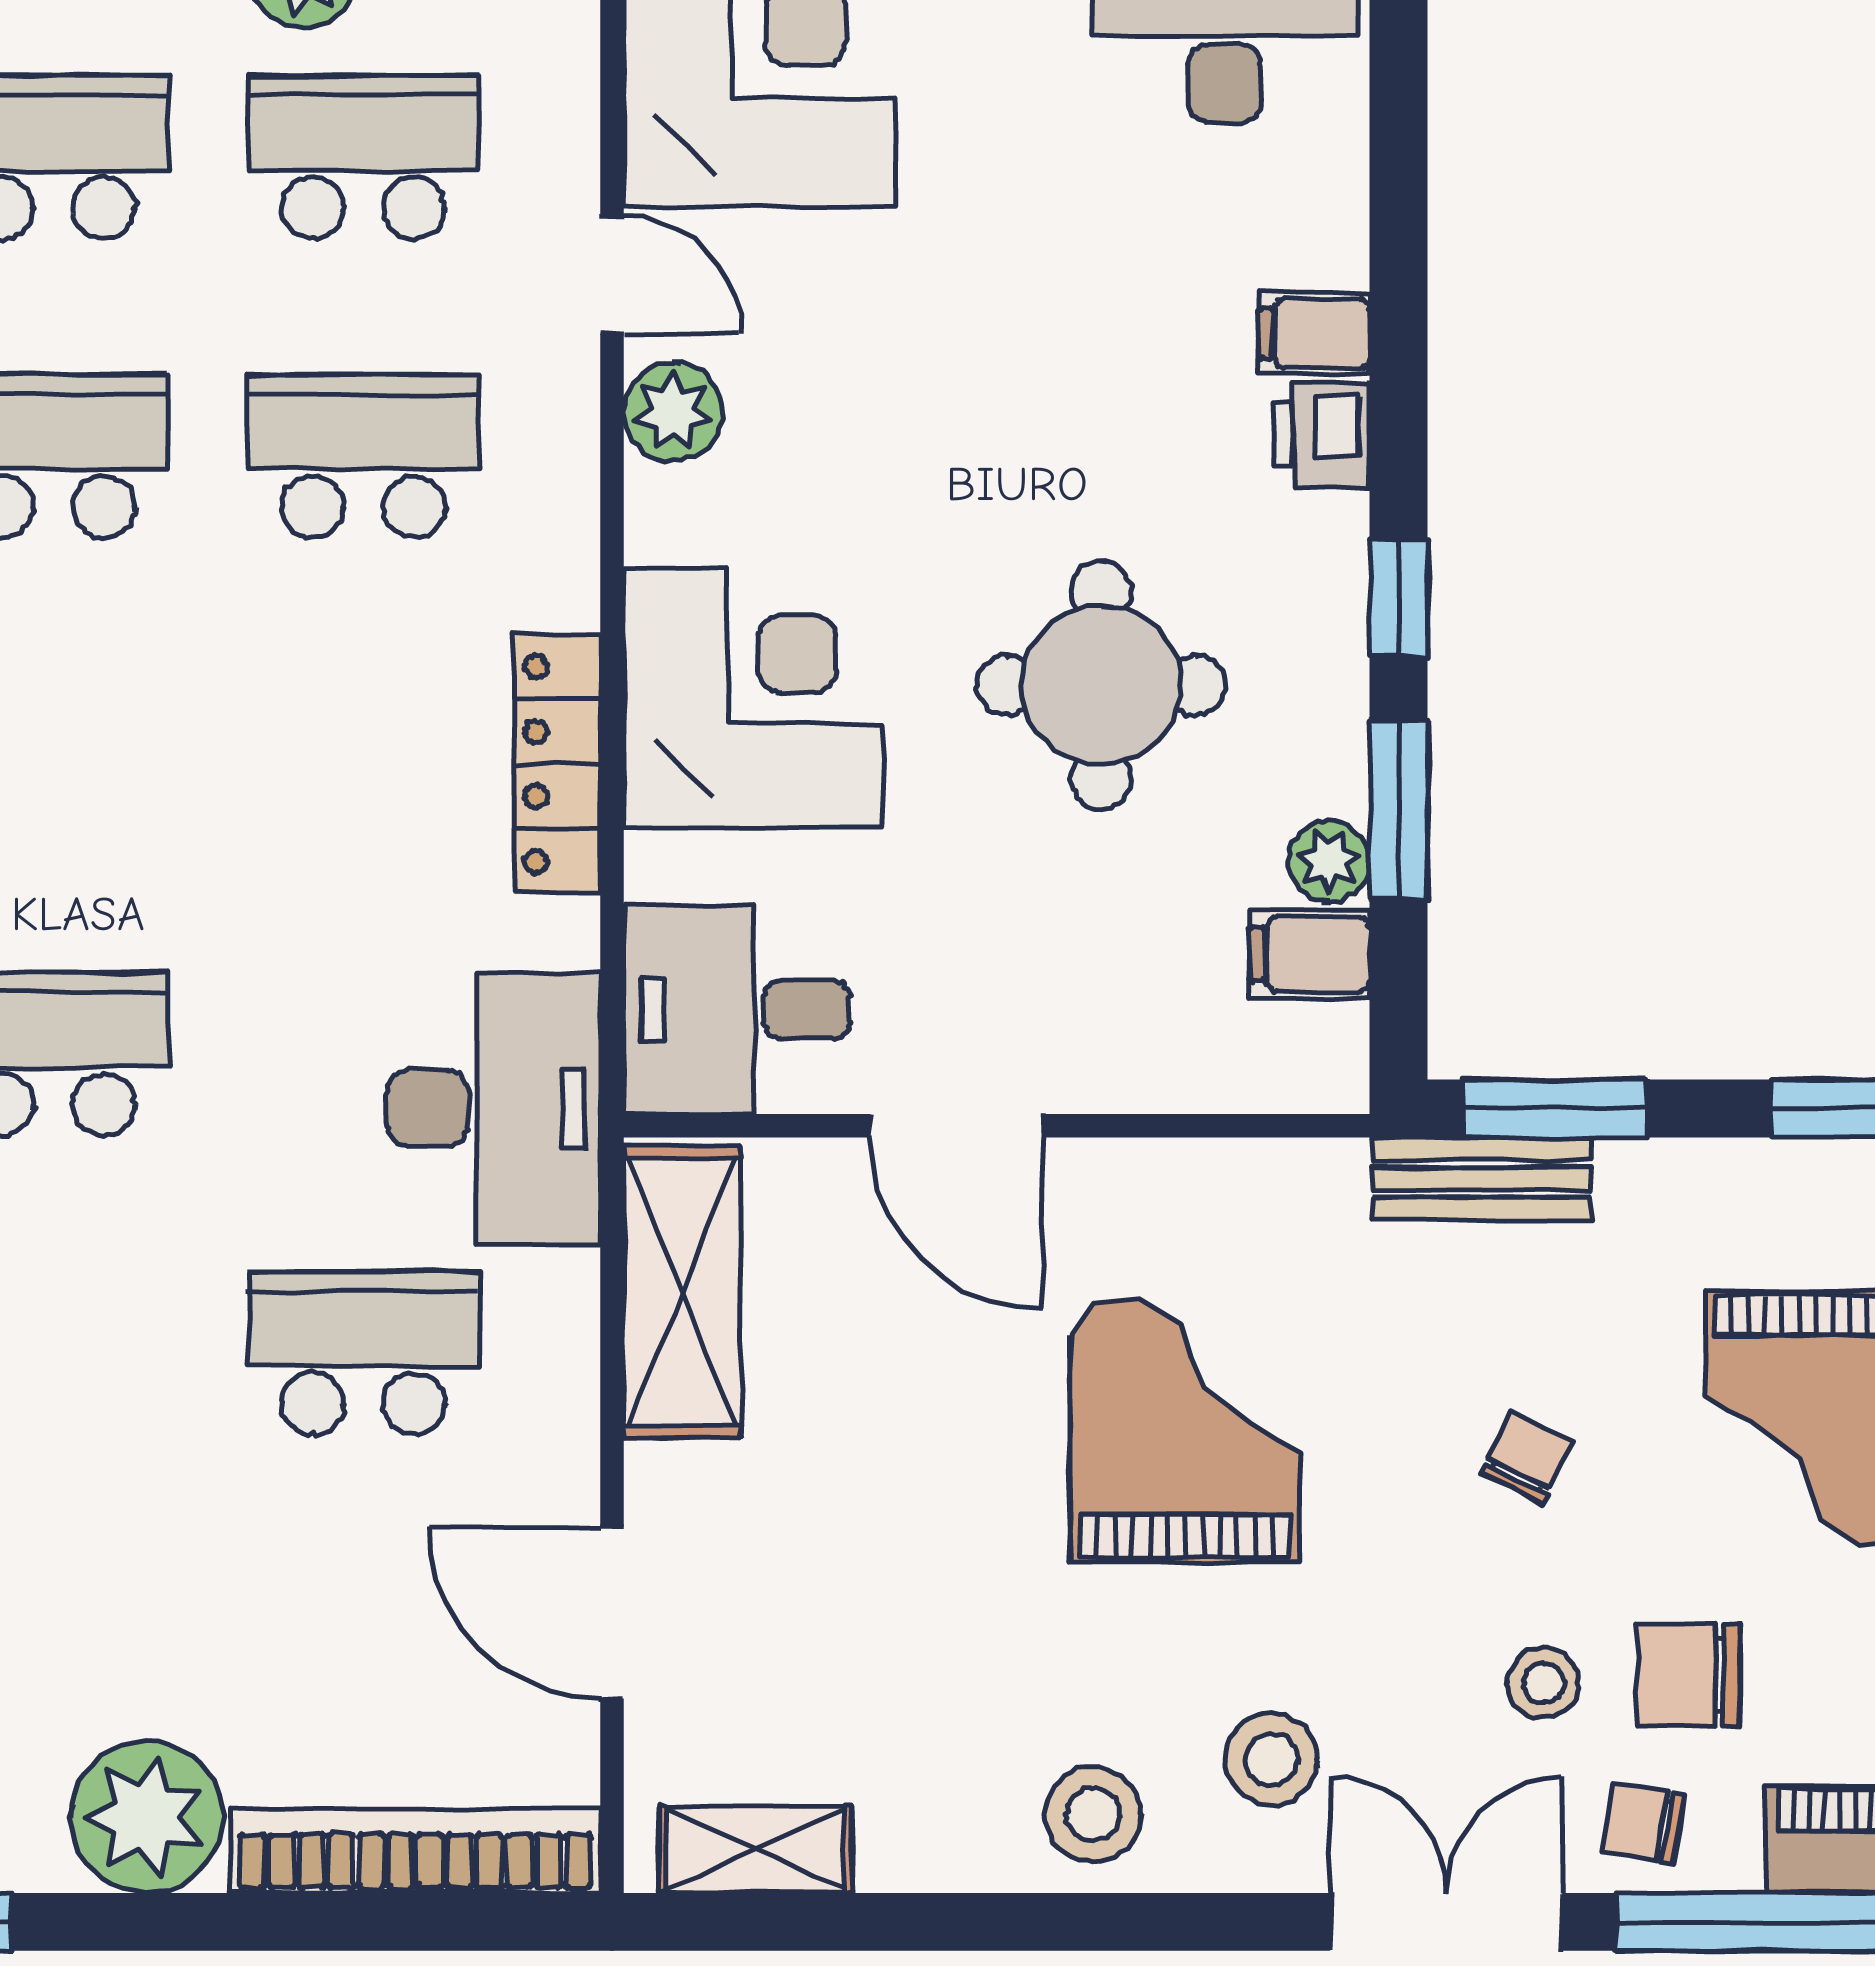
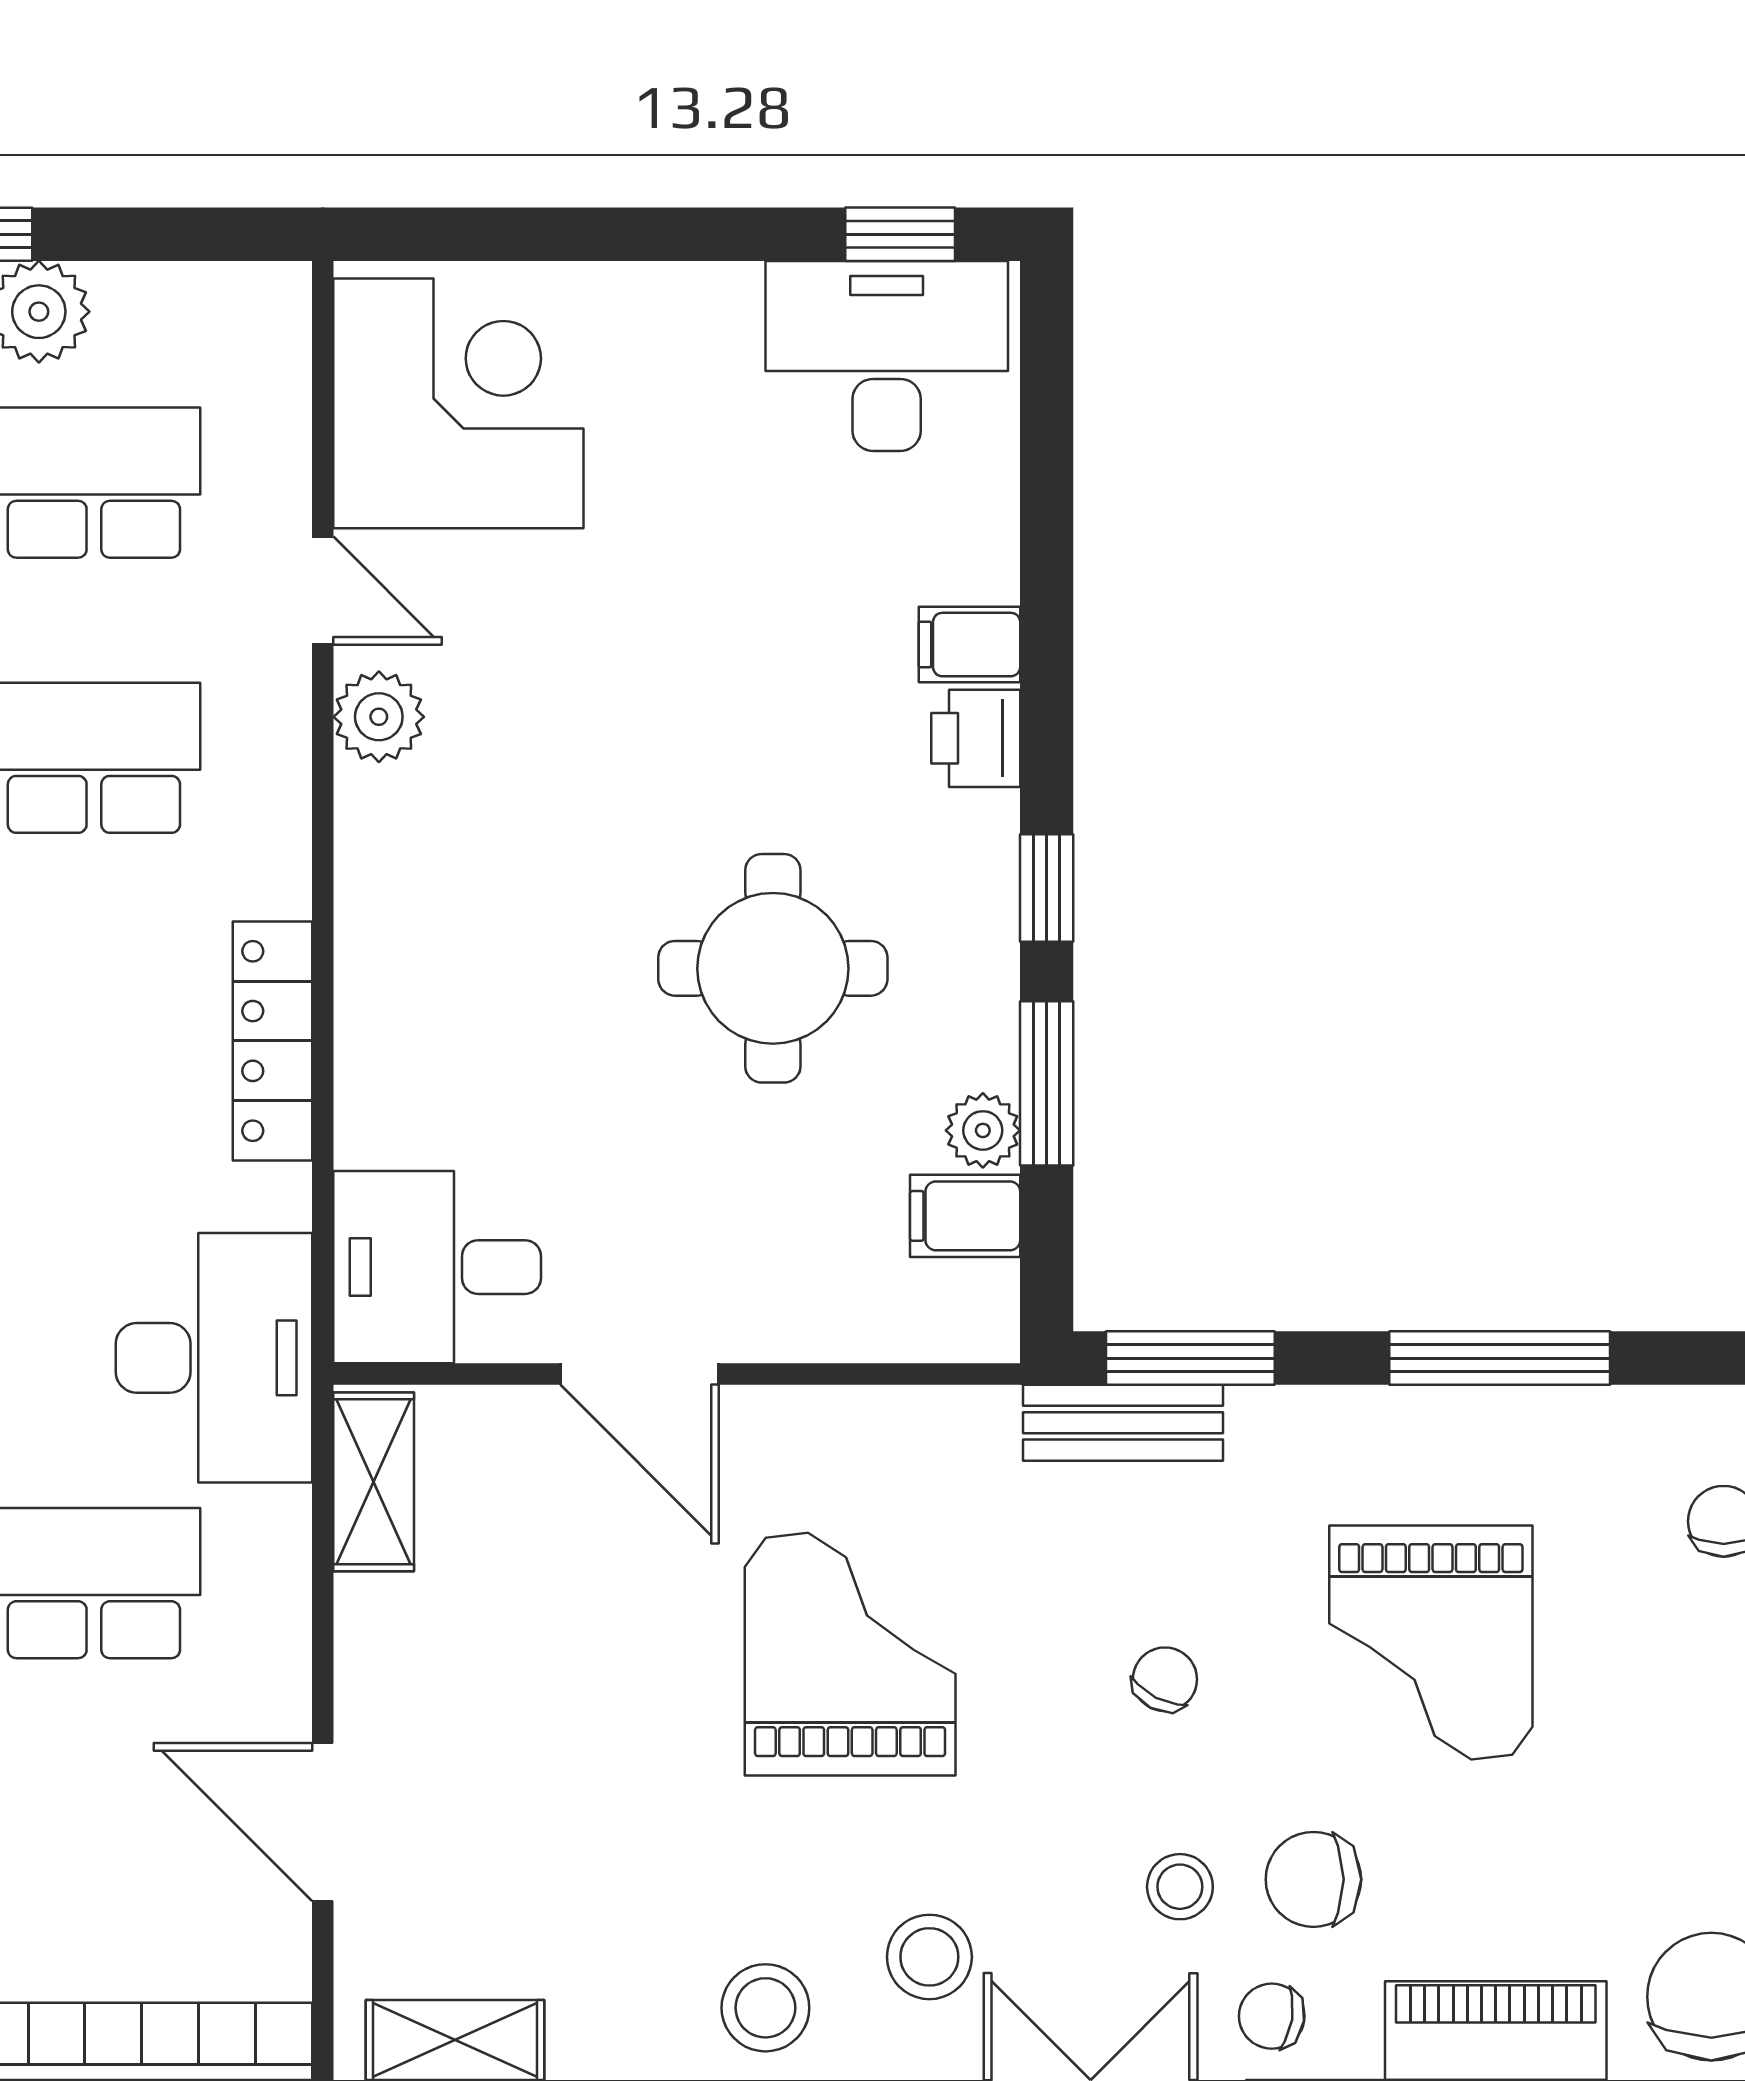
corner desk: (753, 698) -> (453, 980), removed
shelving: (682, 1292) -> (374, 1482), width x0.67, depth x0.75

